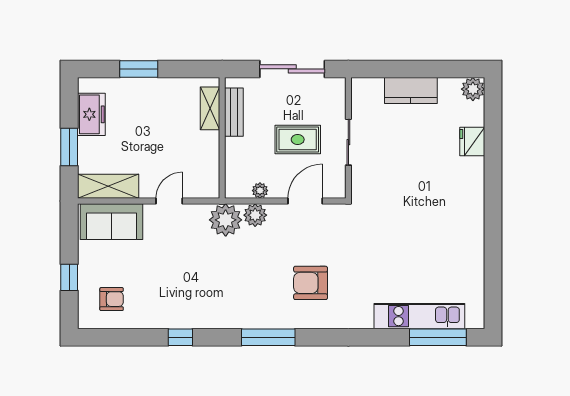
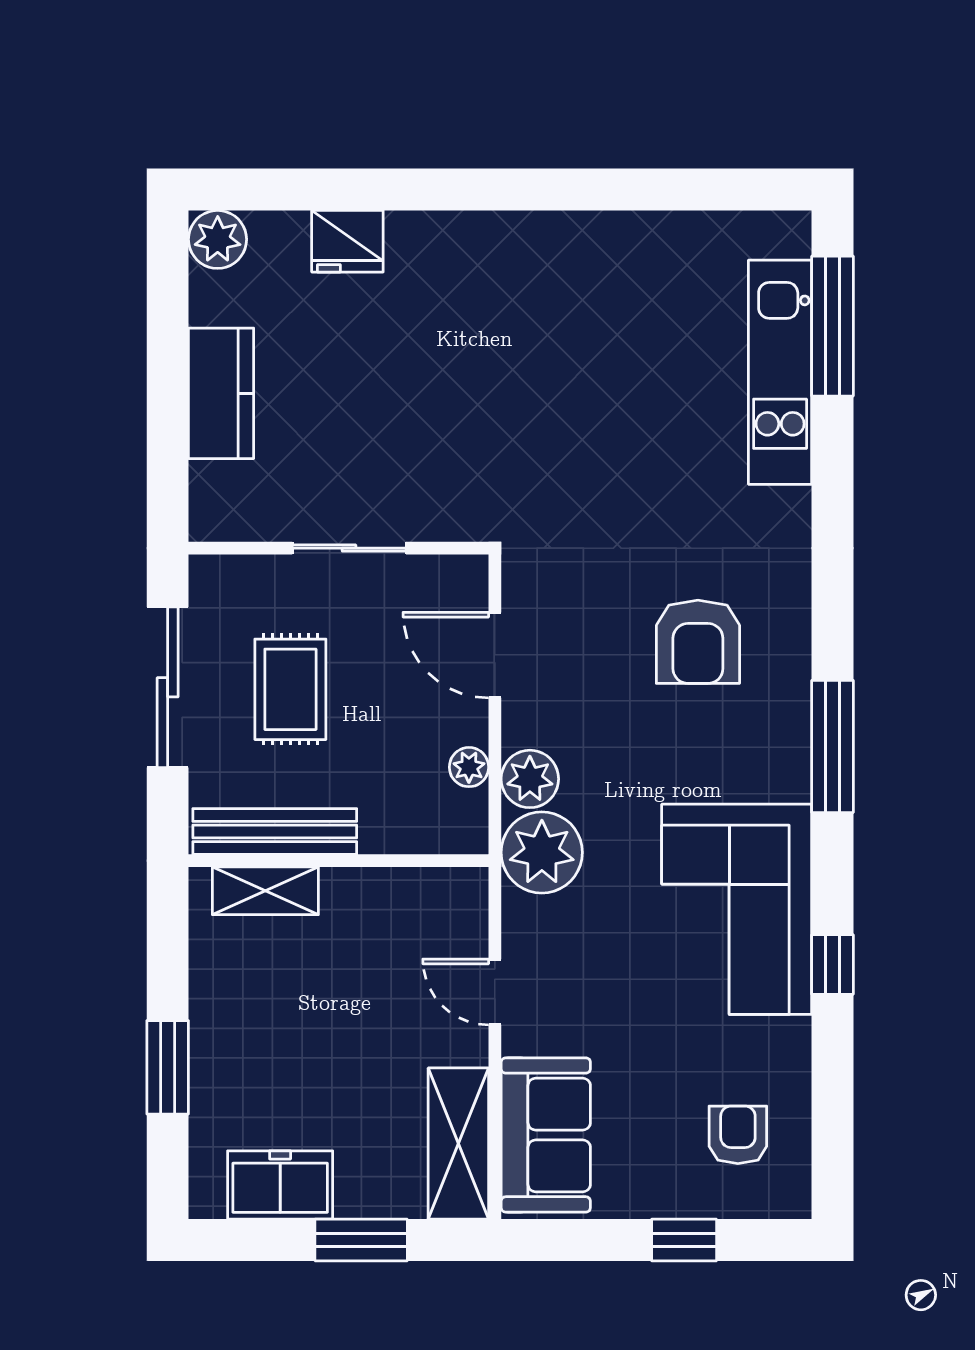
bench: (234, 112) -> (275, 831), width x1.36
rug: (298, 140) -> (290, 689), moved
corner sofa: (203, 299) -> (737, 909), added

